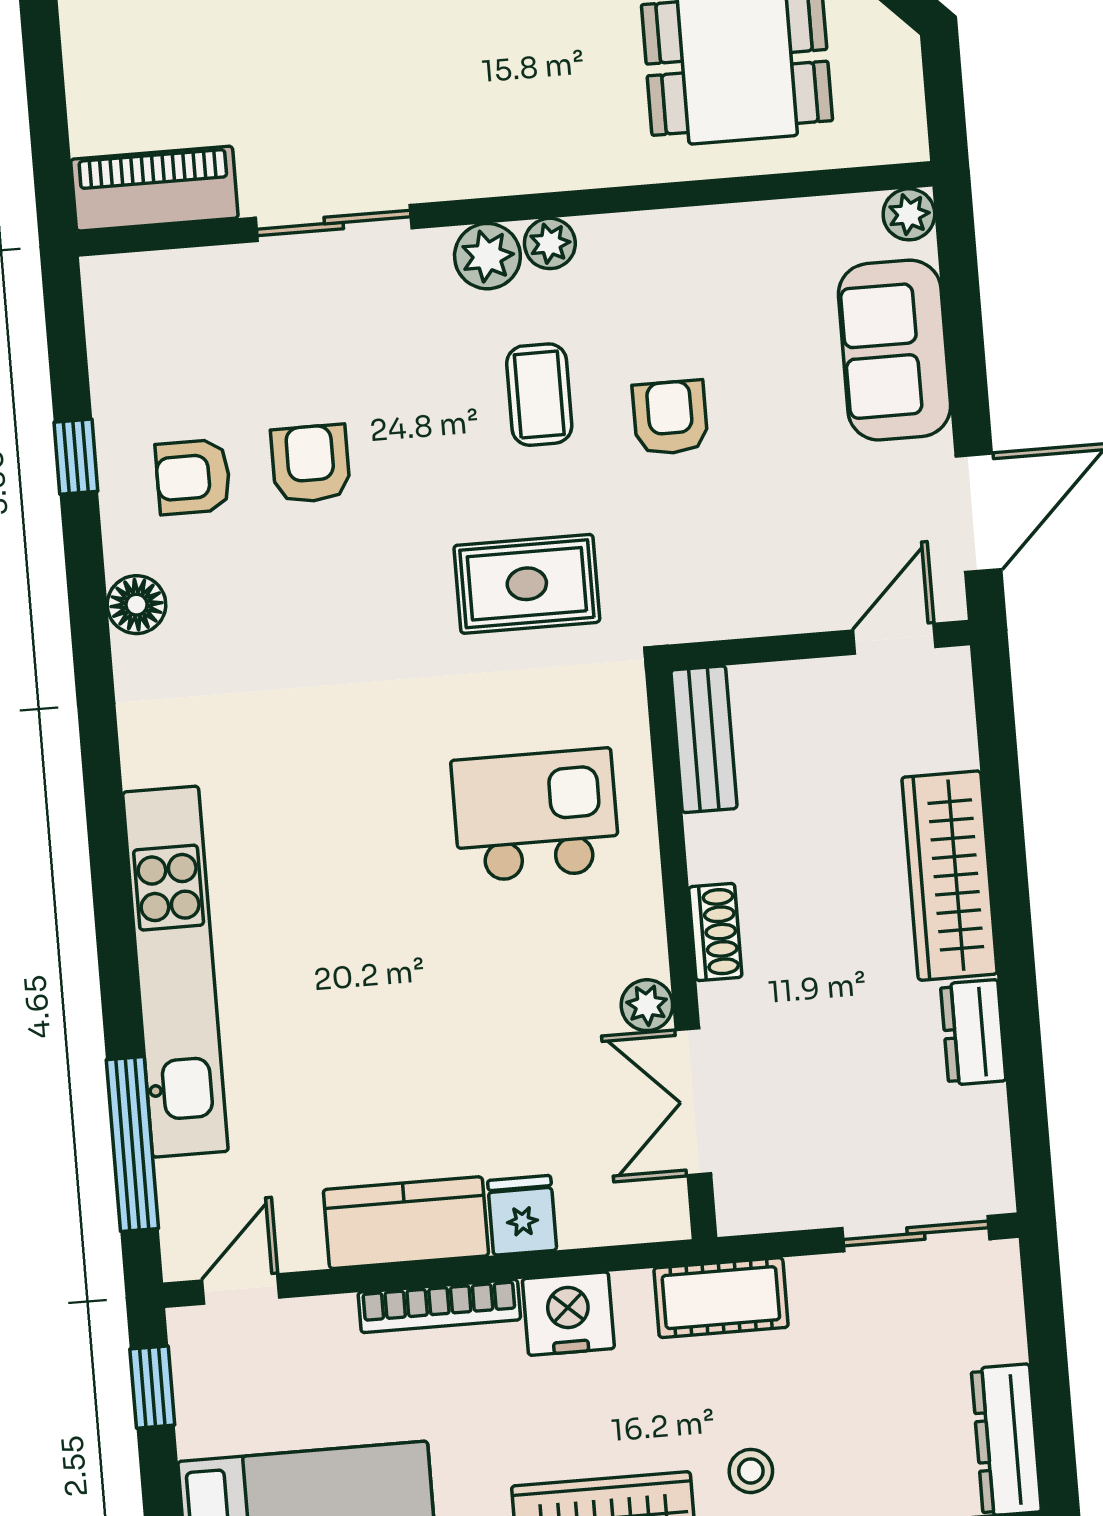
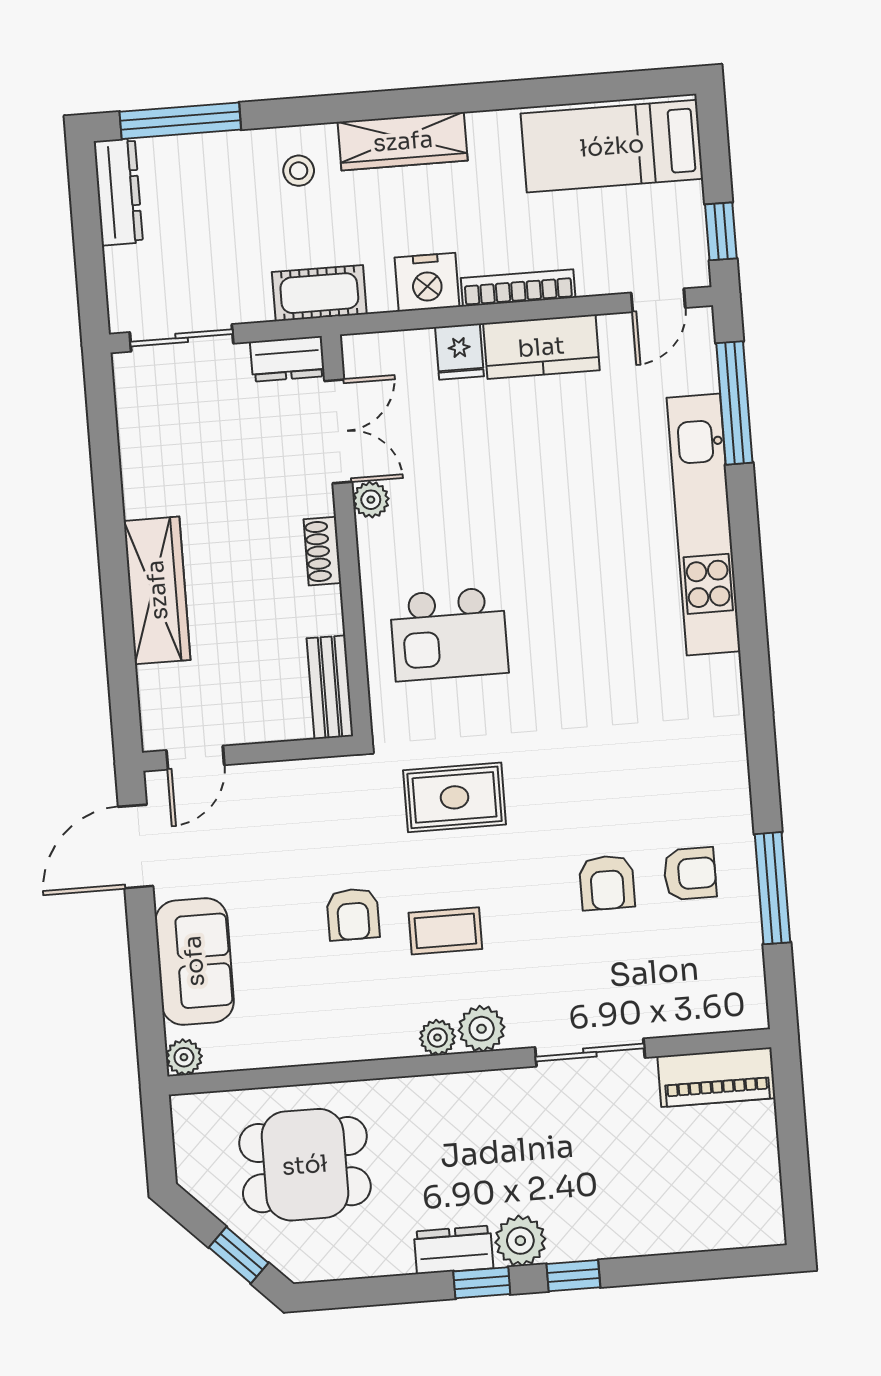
coffee table: (539, 395) -> (445, 931), turned 90
window: (76, 457) -> (773, 888), width x2.17
floor lamp: (136, 605) -> (730, 784), removed
dresser: (973, 1032) -> (287, 359), moved, turned 90

